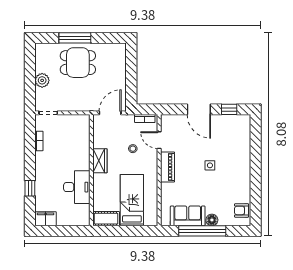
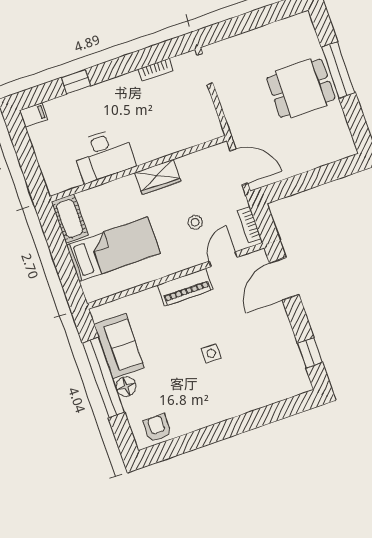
dining table: (78, 63) -> (301, 88), turned 90
plant: (42, 80) -> (253, 42), removed
door: (199, 109) -> (284, 279), moved
filing cabinet: (46, 219) -> (33, 115), width x0.50

